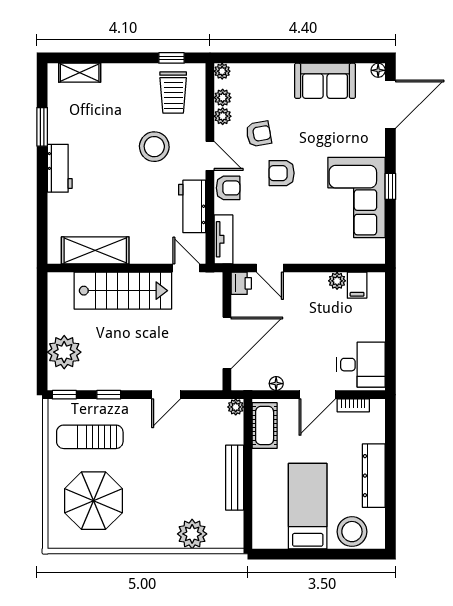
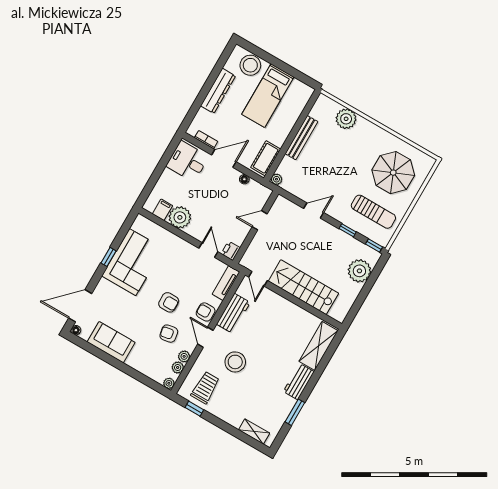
shelving: (95, 250) -> (319, 346), moved, turned 90
plant: (337, 281) -> (180, 217), width x1.88, depth x1.88
door: (227, 343) -> (260, 220), width x0.53

